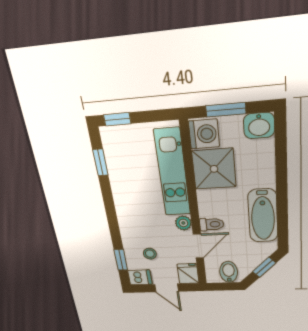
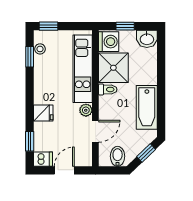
window: (226, 110) -> (125, 26), width x0.67
toilet: (212, 224) -> (108, 89), moved
stool: (150, 254) -> (40, 49), moved
fridge: (188, 274) -> (43, 113), moved, turned 90
door: (167, 288) -> (64, 170), swing flipped

